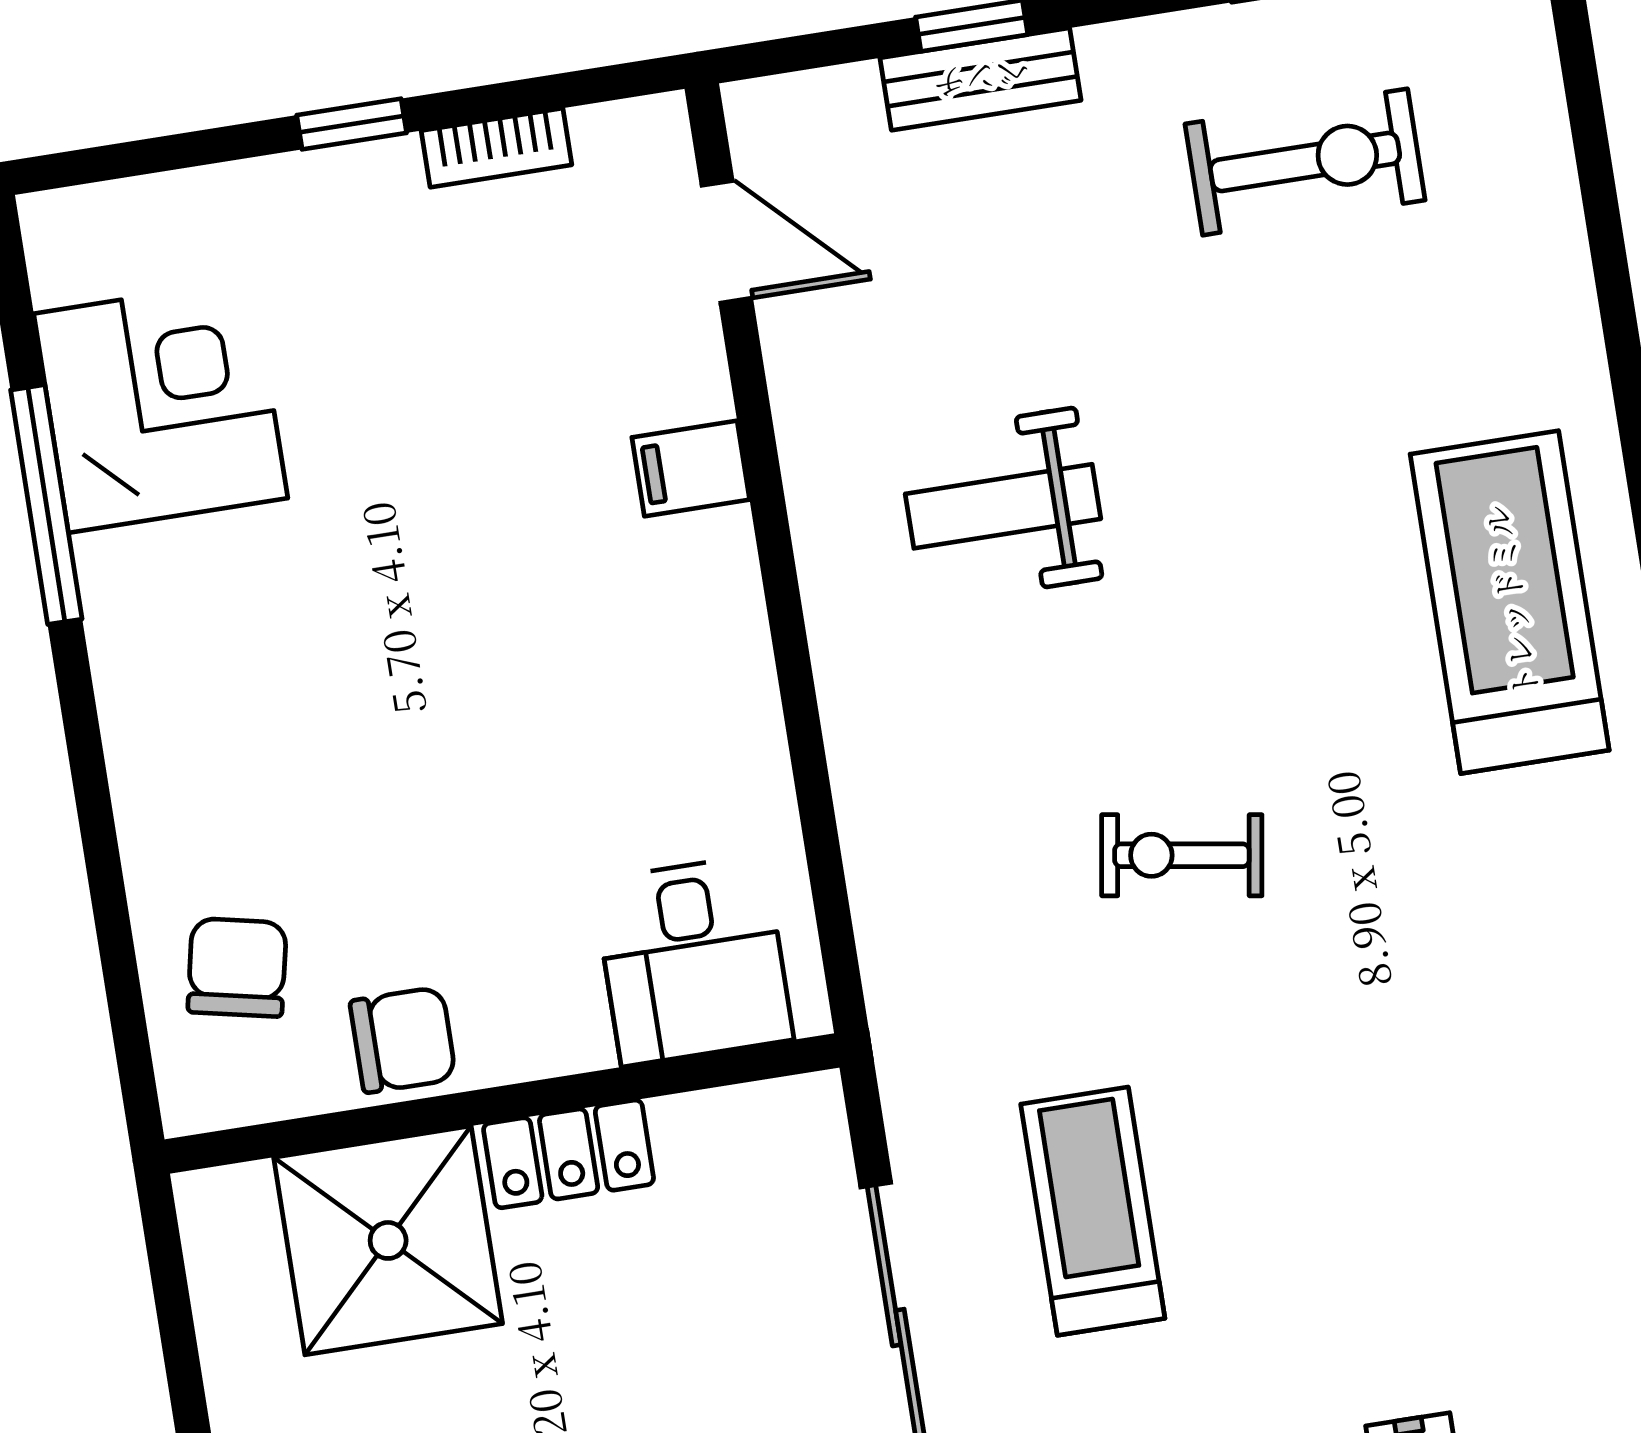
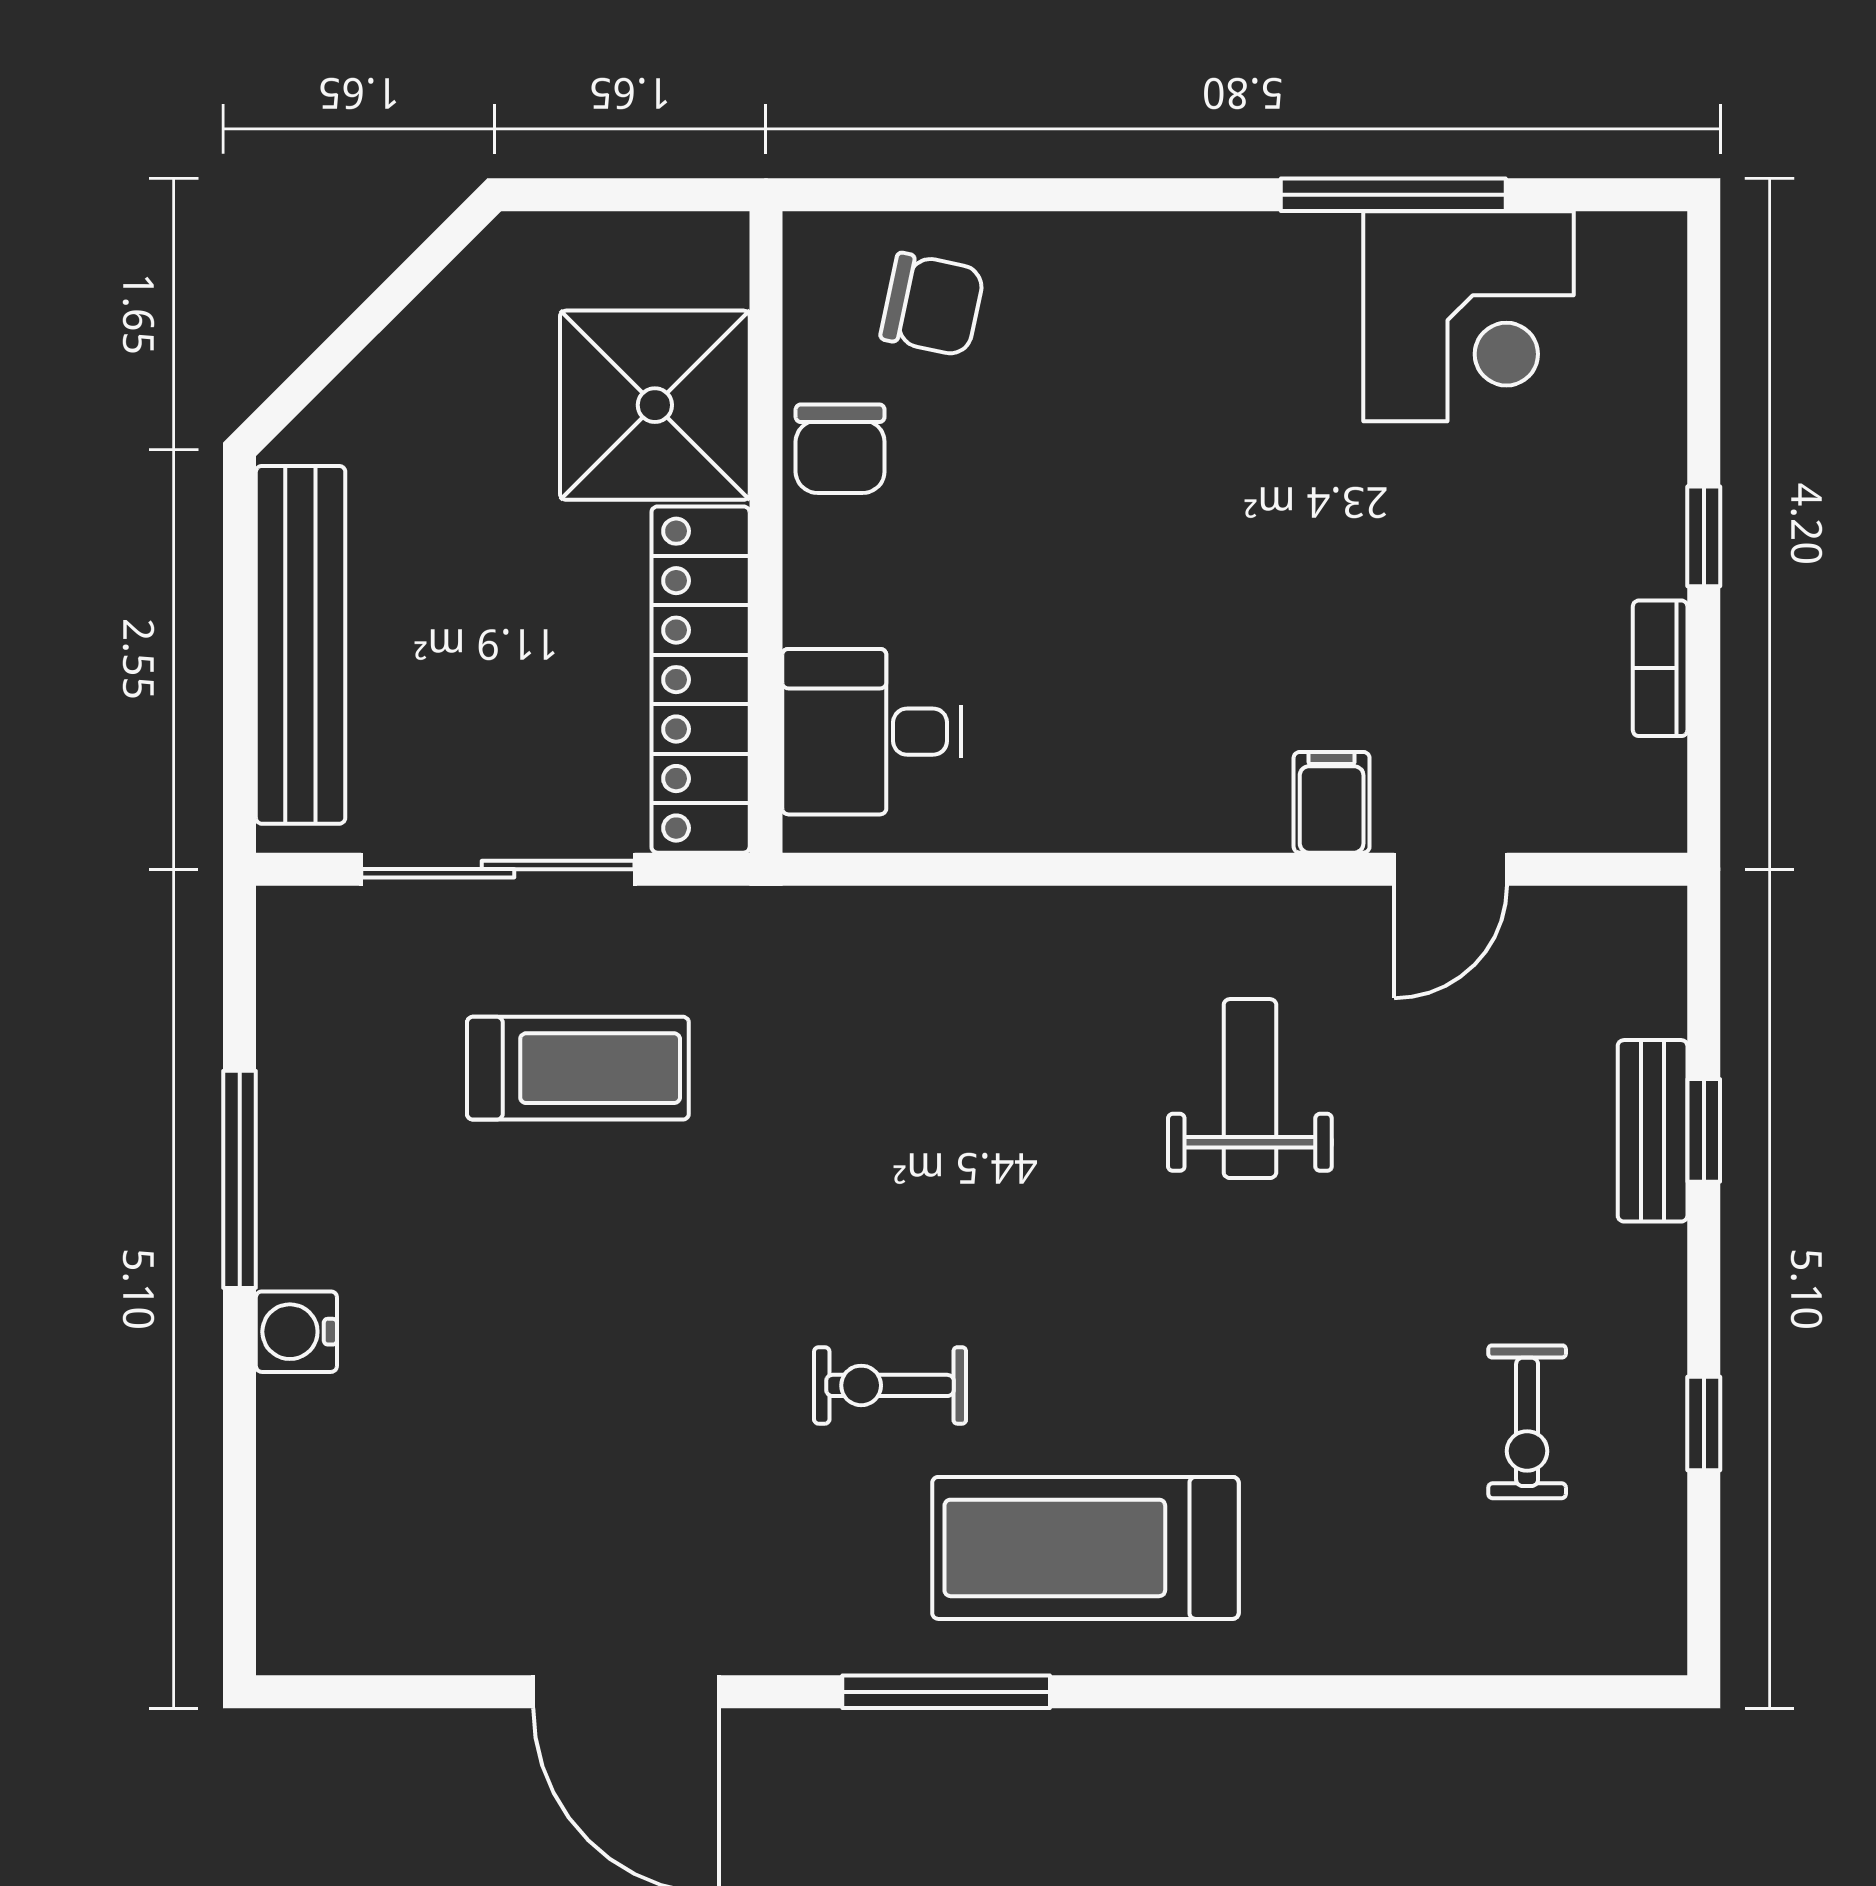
exercise bike: (1305, 162) -> (1527, 1422), width x0.73, depth x0.72
door: (726, 242) -> (1451, 869), moved
treadmill: (1510, 602) -> (1085, 1548), turned 180
exercise bike: (1182, 855) -> (890, 1385), moved, turned -99
locker: (569, 1154) -> (701, 680), width x2.16, depth x1.21

